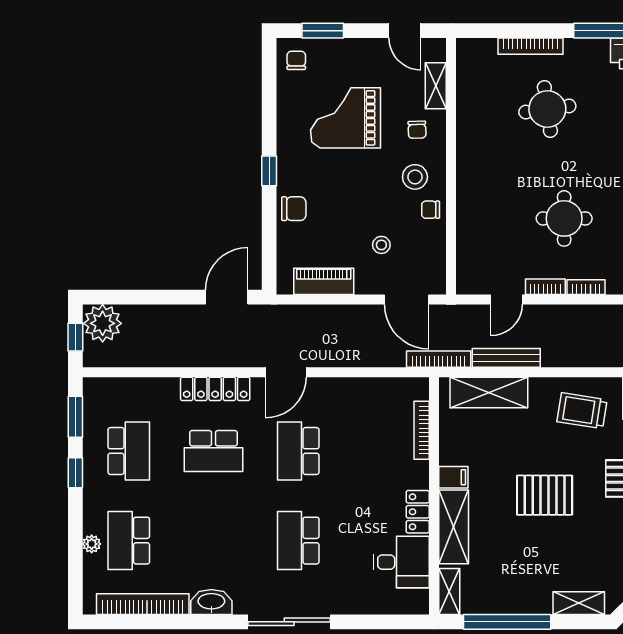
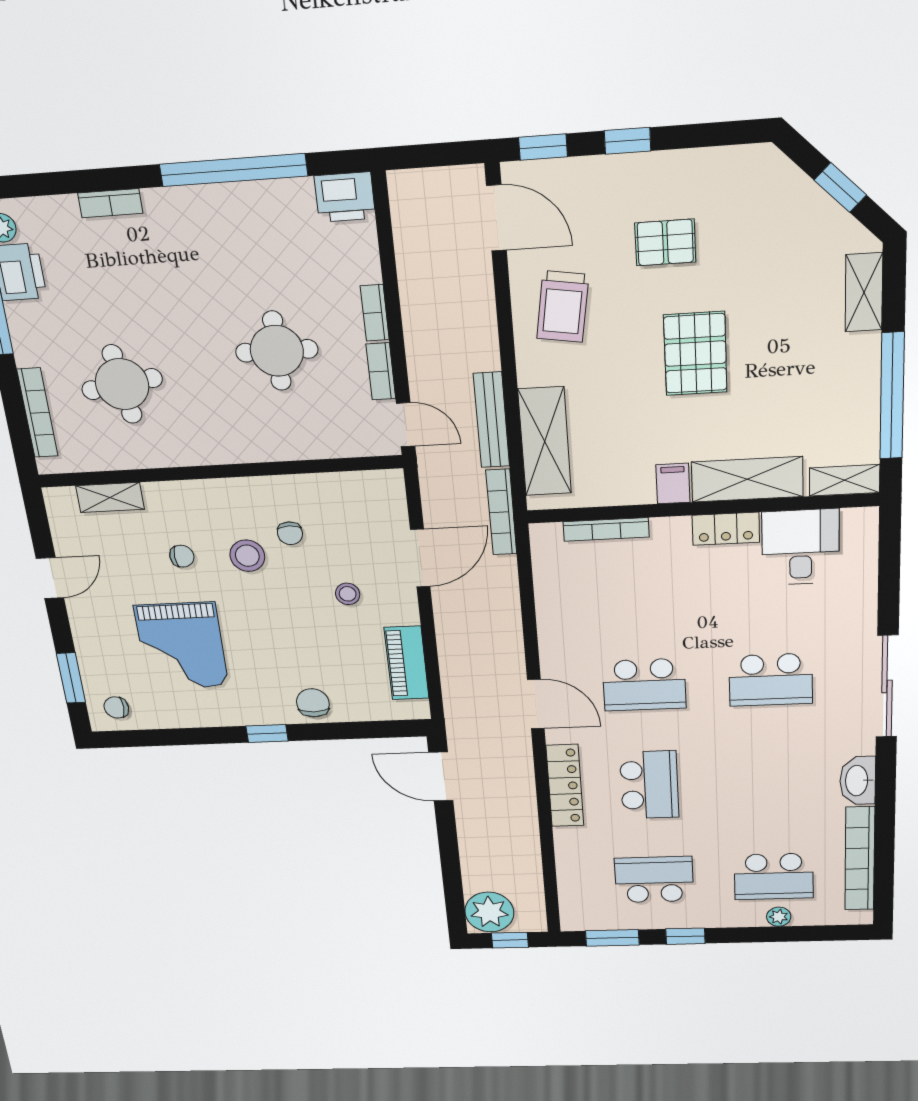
shelving: (436, 86) -> (110, 498), moved
wall: (451, 166) -> (219, 471), moved

